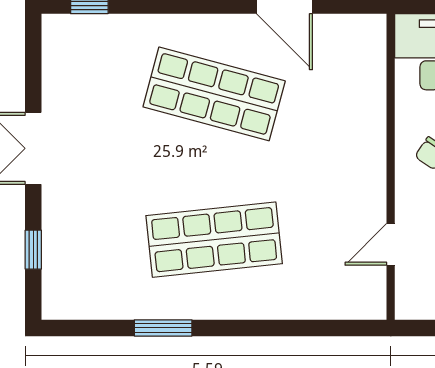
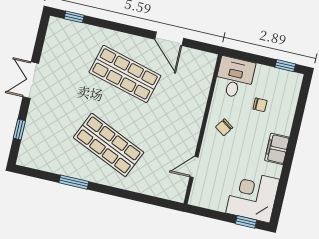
shop shelf: (214, 240) -> (109, 145), turned 30

